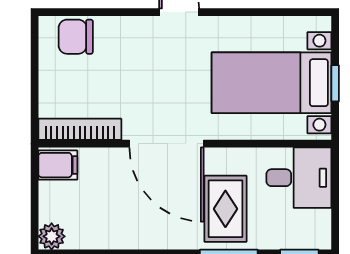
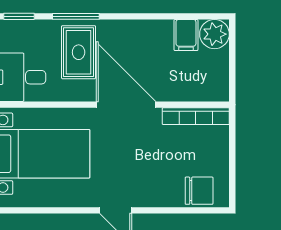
filing cabinet: (58, 165) -> (186, 35), moved, turned -90
plant: (52, 236) -> (214, 34), width x1.38, depth x1.38

